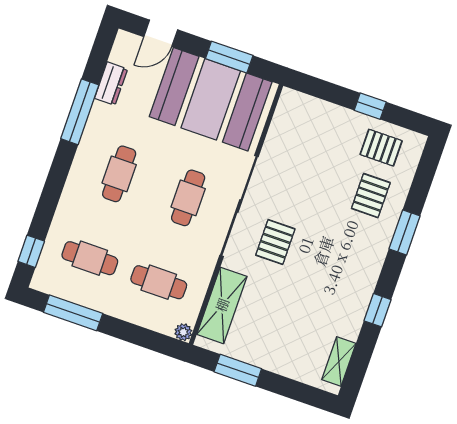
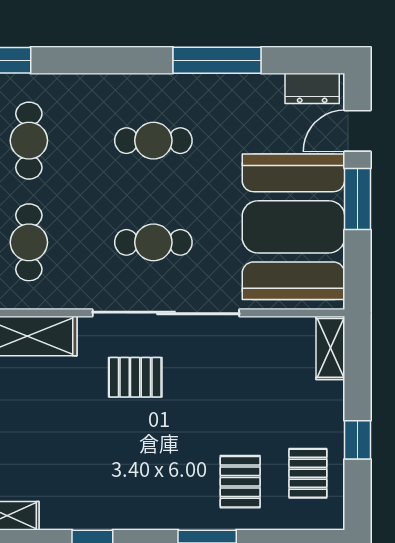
door: (161, 33) -> (358, 131), hinge flipped
window: (229, 57) -> (358, 199), moved
dresser: (111, 84) -> (312, 88), moved
shelving: (301, 103) -> (330, 348), added
pallet: (371, 196) -> (240, 482), turned 90

